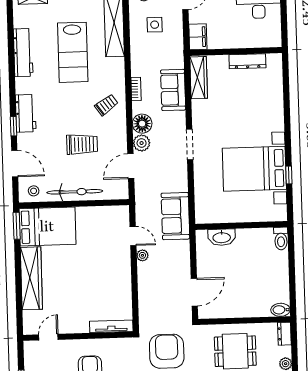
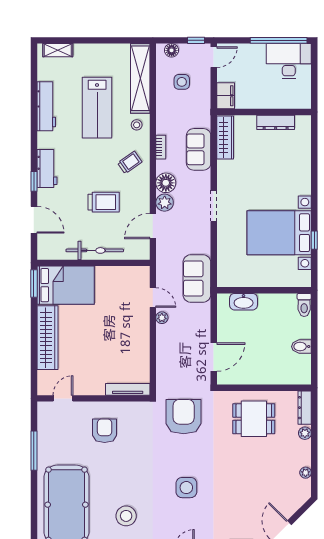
stool: (34, 191) -> (137, 125), moved
bidet: (280, 310) -> (301, 347), moved
dresser: (284, 334) -> (305, 408), width x1.44

